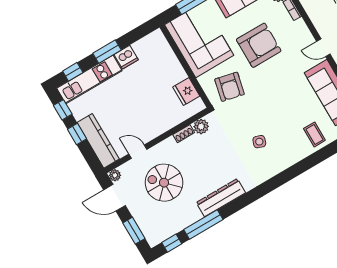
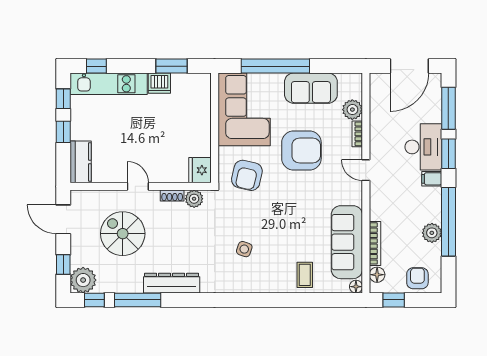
door: (323, 48) -> (366, 170), moved
window: (107, 52) -> (172, 66), moved
fridge: (186, 91) -> (200, 170), moved
kitchen counter: (98, 141) -> (81, 162), width x0.67
door: (138, 152) -> (138, 186), moved
plant: (115, 175) -> (83, 280), moved, width x1.88, depth x1.88
window: (134, 231) -> (63, 265), width x0.67

